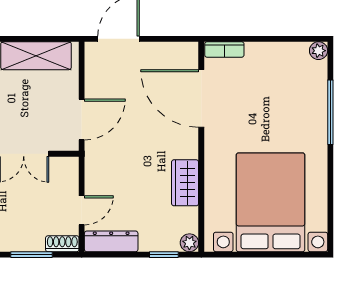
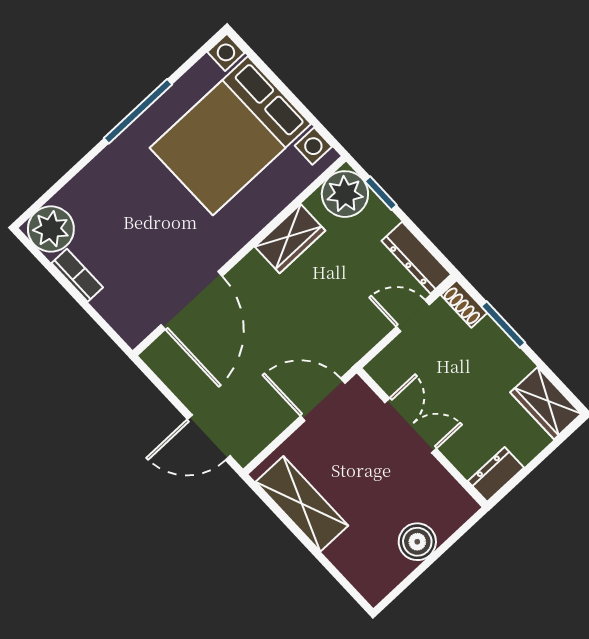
bookcase: (224, 49) -> (77, 275), moved
plant: (319, 51) -> (51, 229), width x1.88, depth x1.88
window: (330, 112) -> (138, 111), moved
plant: (189, 243) -> (345, 194), width x1.88, depth x1.88

